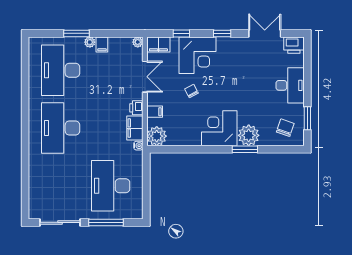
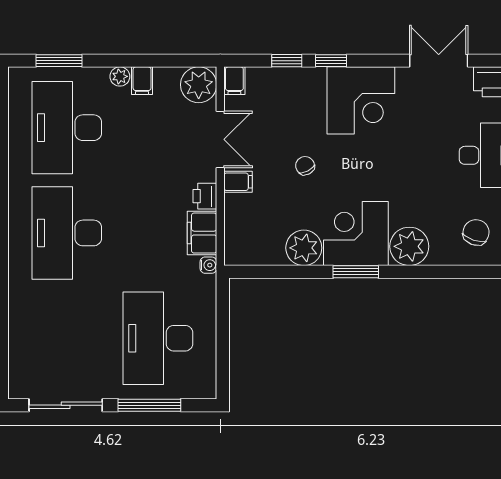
window: (77, 33) -> (59, 61), moved
window: (222, 33) -> (331, 61), moved
plant: (138, 42) -> (199, 85), width x1.88, depth x1.88
filing cabinet: (158, 44) -> (234, 81), width x0.50
corner desk: (197, 55) -> (361, 100), moved
filing cabinet: (155, 112) -> (238, 182), moved
plant: (157, 136) -> (304, 248), moved
window: (245, 149) -> (356, 272), moved

